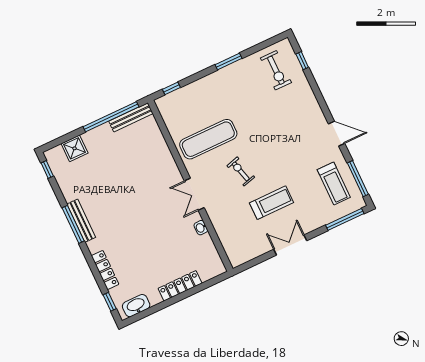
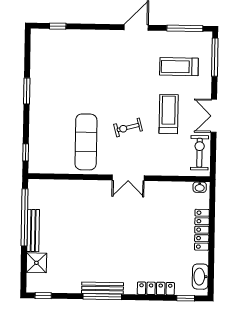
exercise bike: (276, 70) -> (199, 153), moved, turned -90
bench: (131, 117) -> (33, 231), moved
treadmill: (334, 183) -> (179, 67), moved, turned 180
washbasin: (201, 228) -> (200, 187), moved

